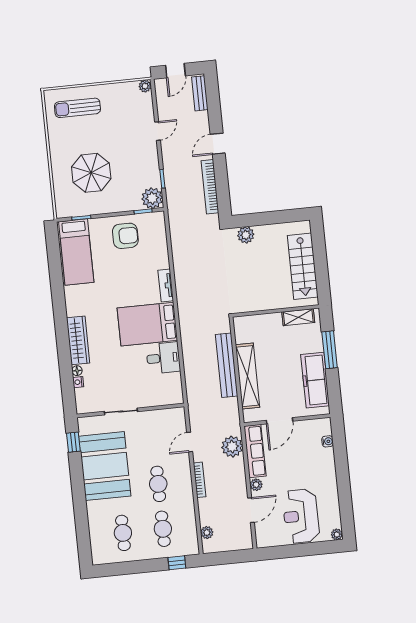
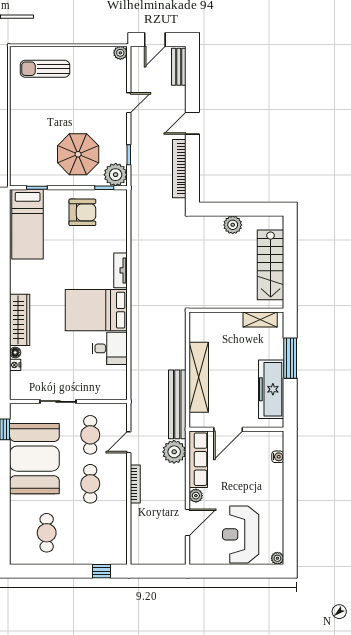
parasol: (91, 173) -> (78, 154), moved
plant: (246, 235) -> (233, 225), moved
bench: (227, 365) -> (177, 404), moved
cafe table: (163, 529) -> (90, 435), moved
plant: (207, 533) -> (137, 542), removed

